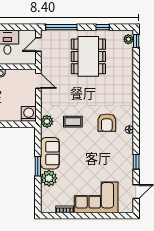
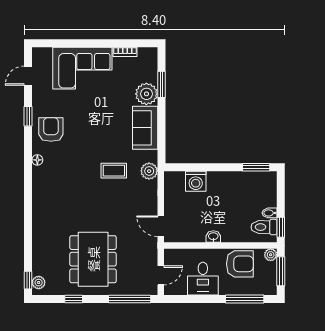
washing machine: (29, 114) -> (196, 181), moved
armchair: (107, 123) -> (51, 130), moved
window: (38, 166) -> (161, 84), moved

